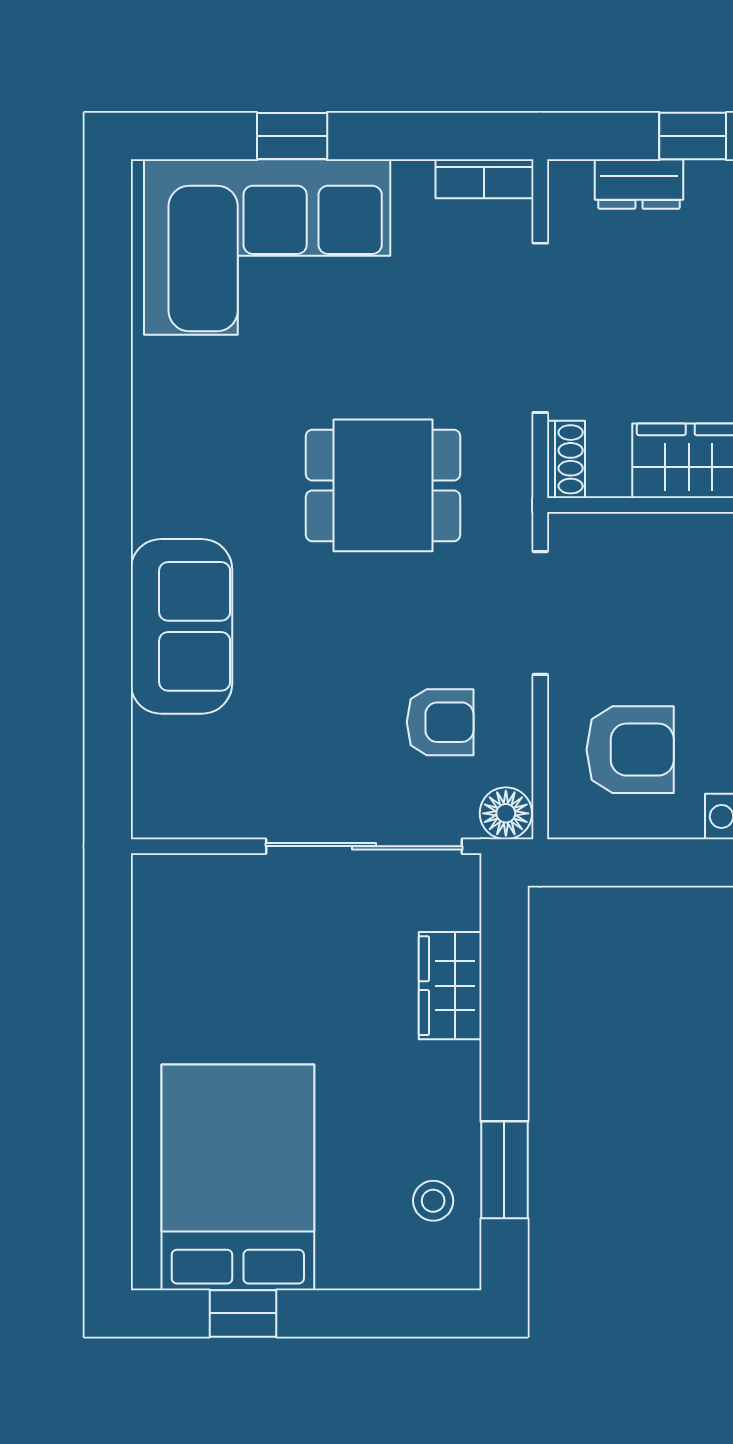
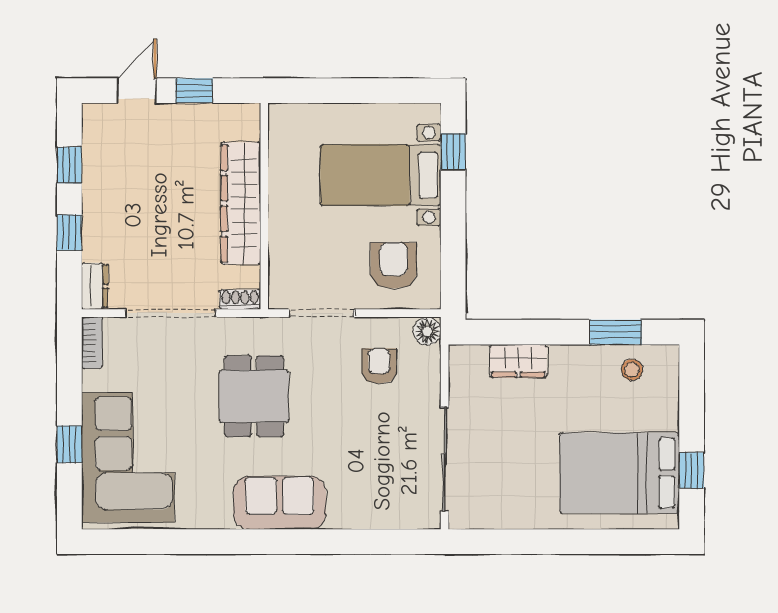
dresser: (639, 184) -> (95, 286), moved
sofa: (181, 626) -> (280, 503), moved
sliding door: (364, 846) -> (445, 459), moved

